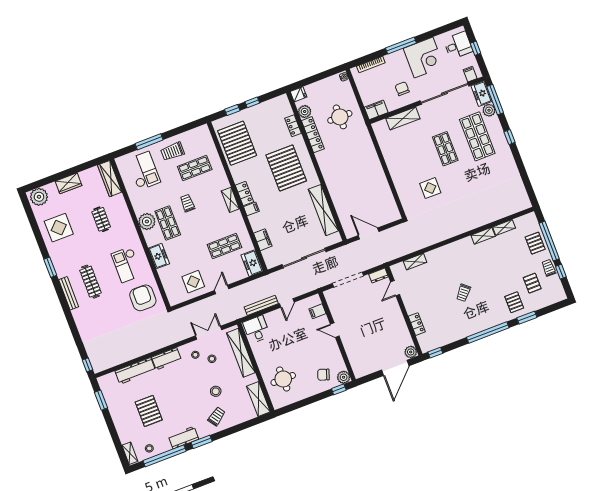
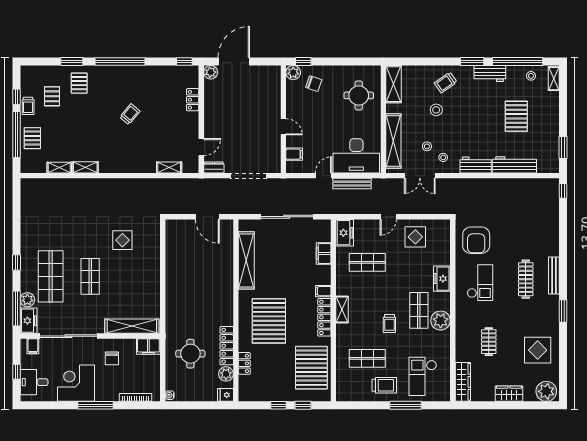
shelving: (403, 119) -> (132, 326), width x1.47
locker: (244, 193) -> (324, 317), width x1.53
desk: (256, 329) -> (356, 156), width x1.87, depth x1.30

